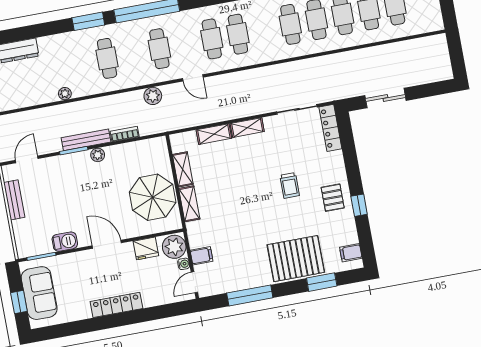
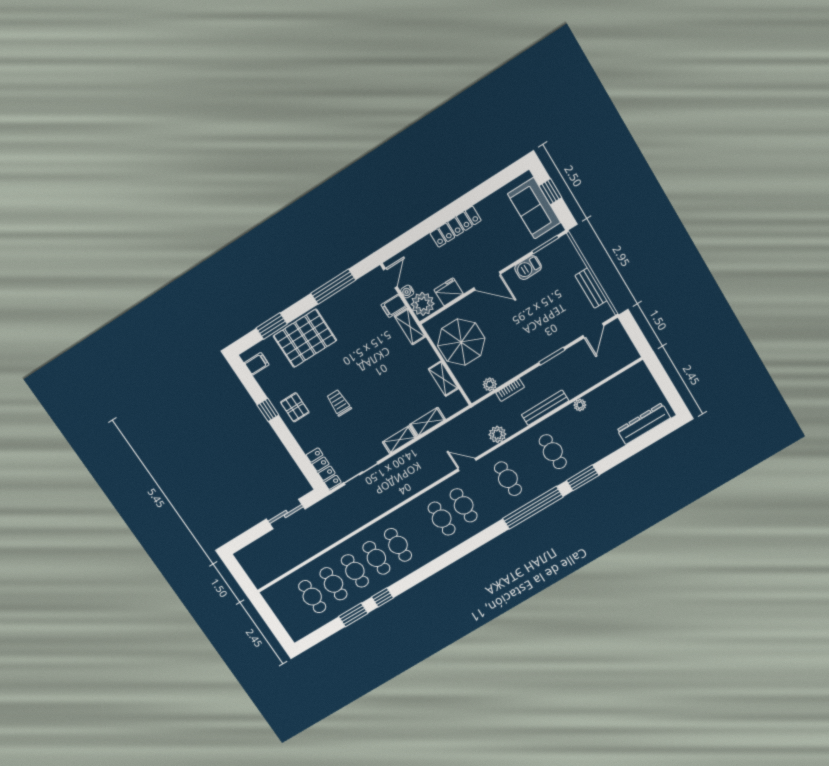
bench: (86, 140) -> (545, 408), moved
plant: (98, 155) -> (490, 384), moved
shelving: (189, 204) -> (410, 327), moved

